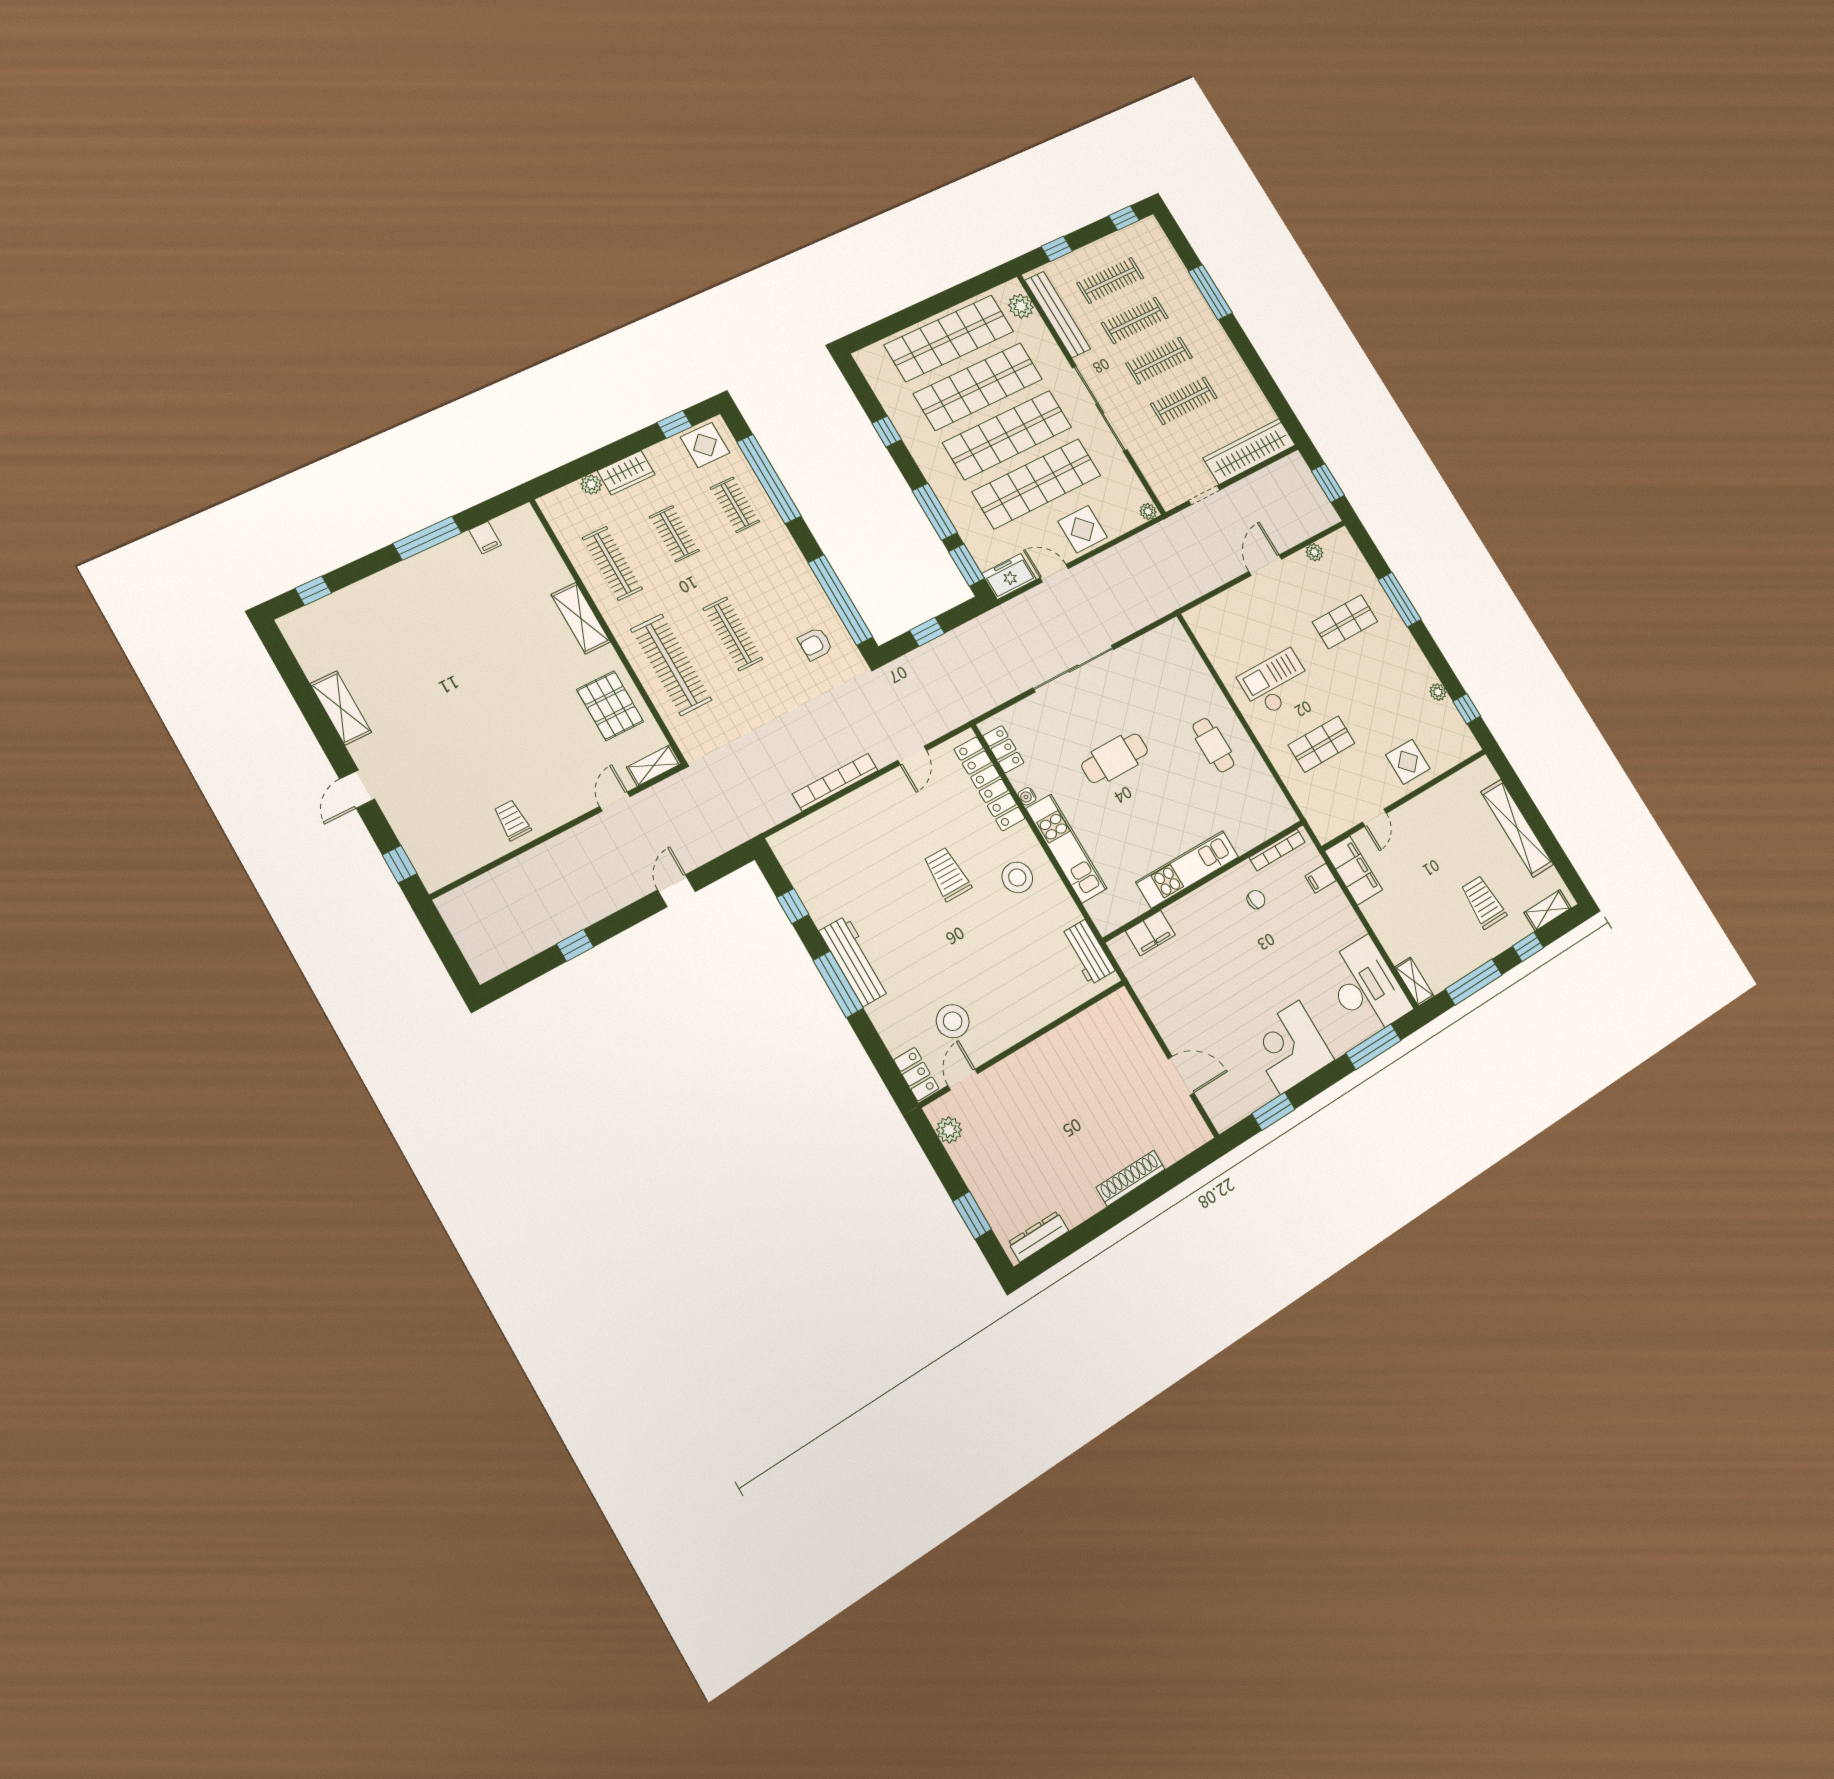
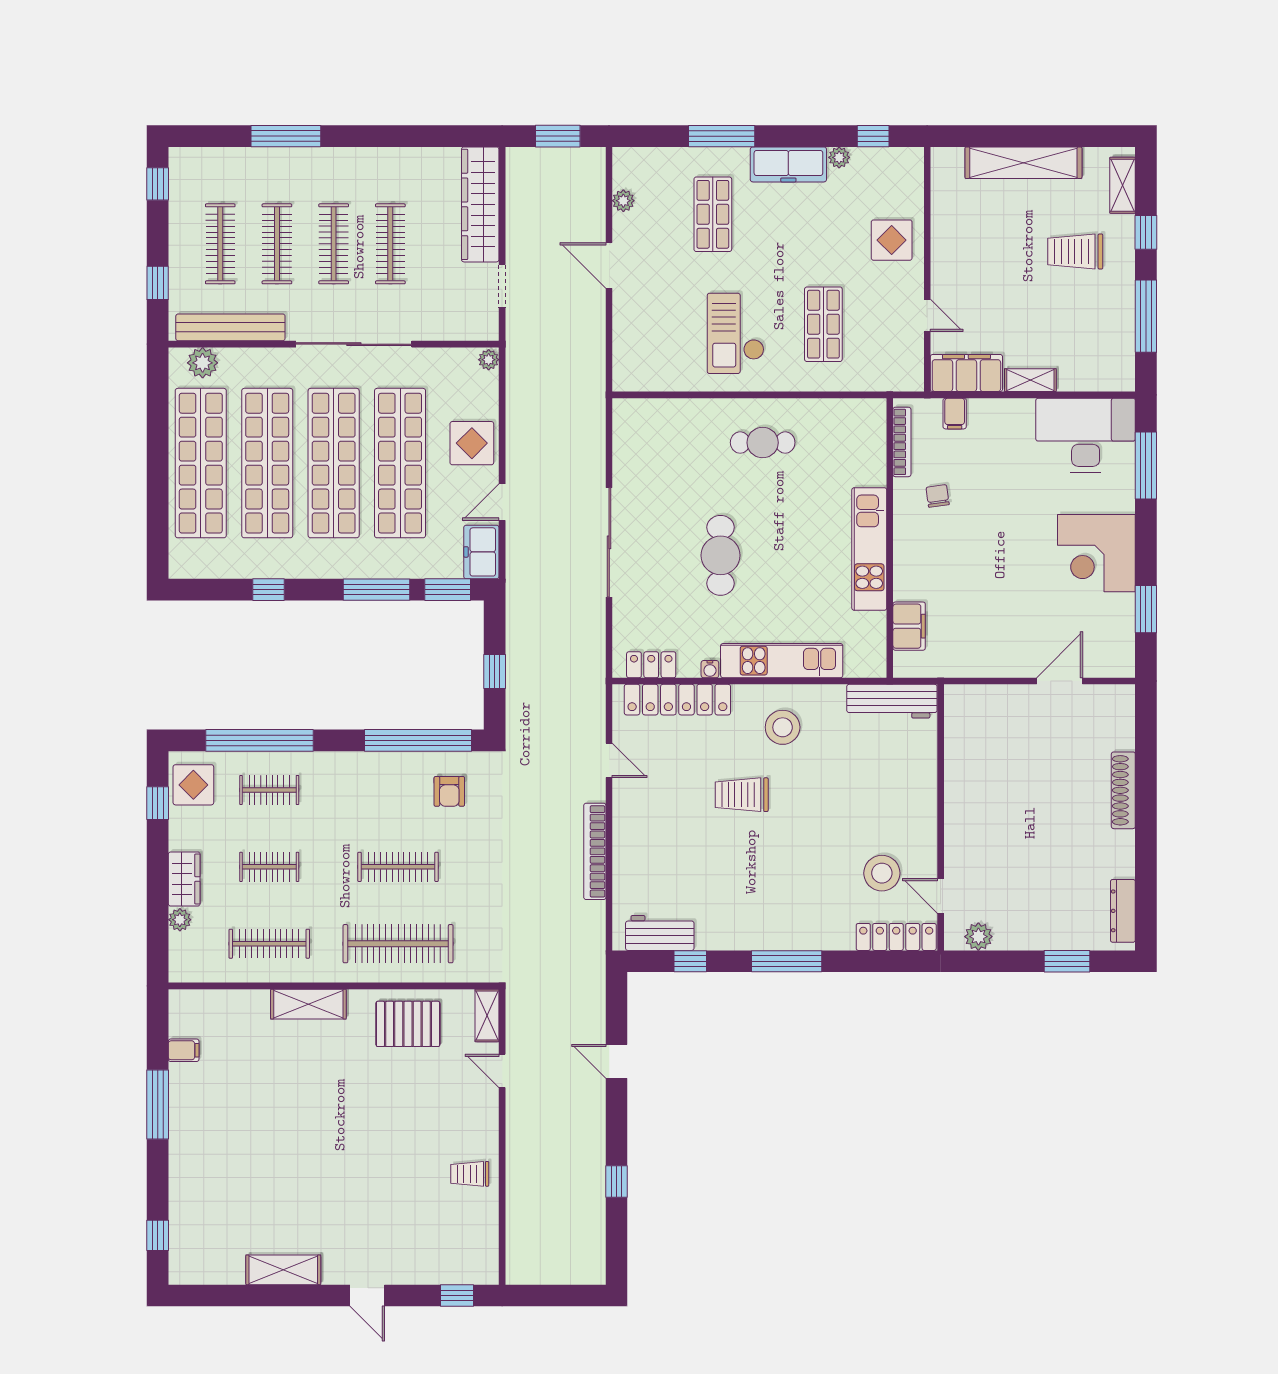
freezer: (1411, 658) -> (788, 164), added
workbench: (1088, 952) -> (892, 701), width x1.37
workbench: (855, 961) -> (660, 933), moved, width x0.73
shelving: (1414, 982) -> (1030, 380), moved
locker: (916, 1074) -> (896, 937), width x1.53

